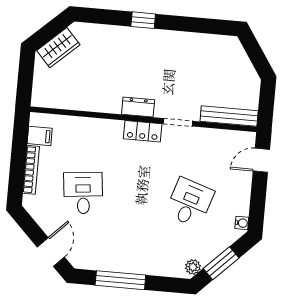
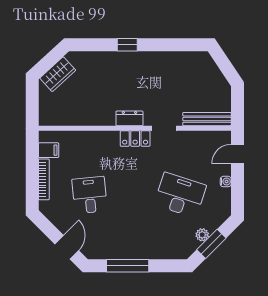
desk: (190, 202) -> (180, 195), width x1.37
water cooler: (242, 223) -> (226, 182), moved
plant: (193, 267) -> (202, 235), moved

